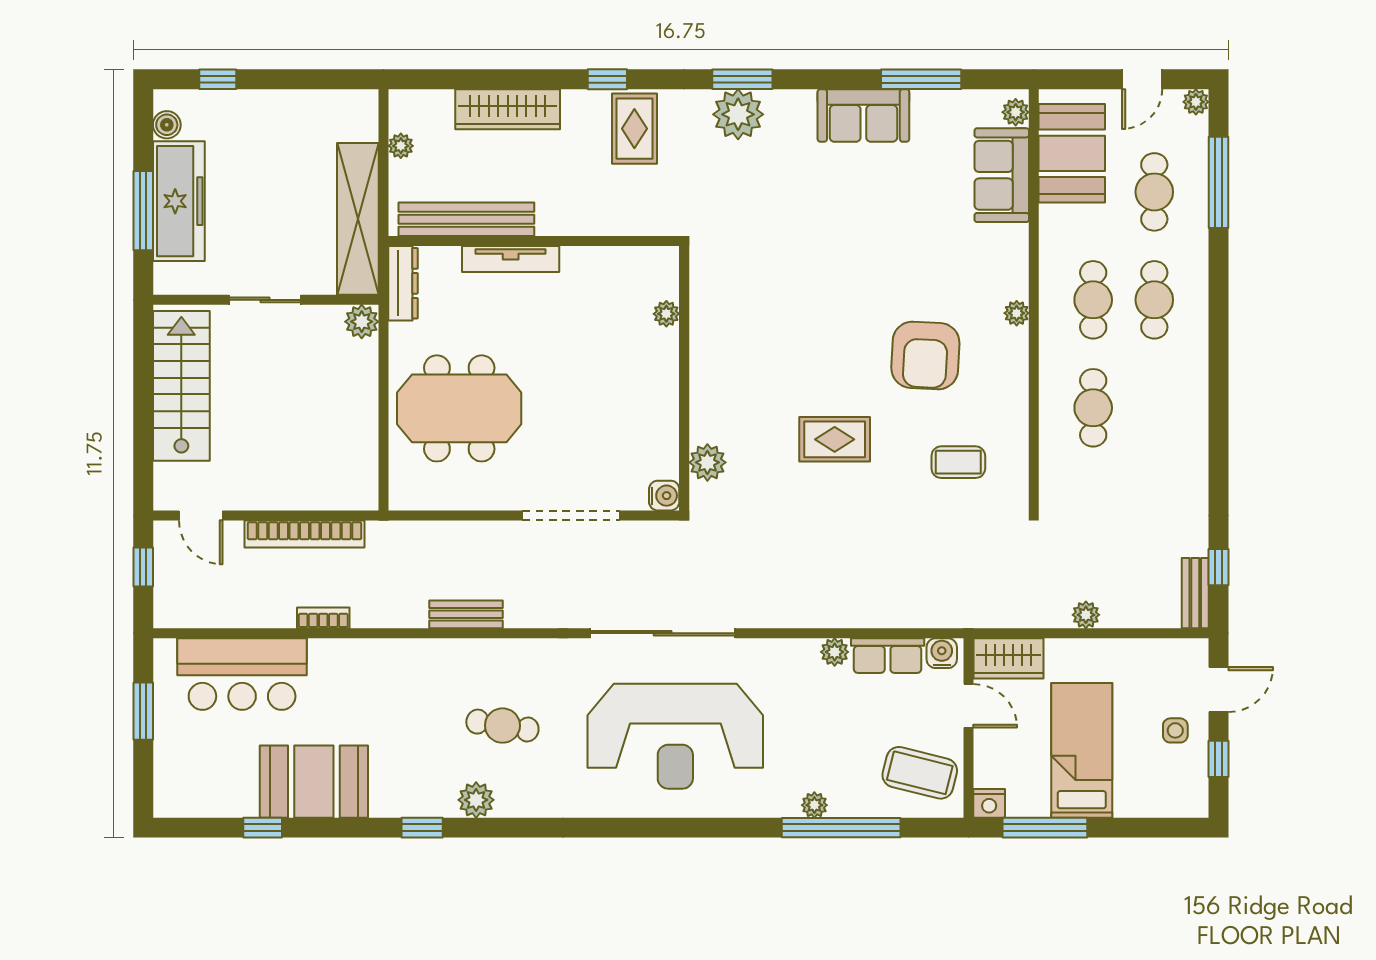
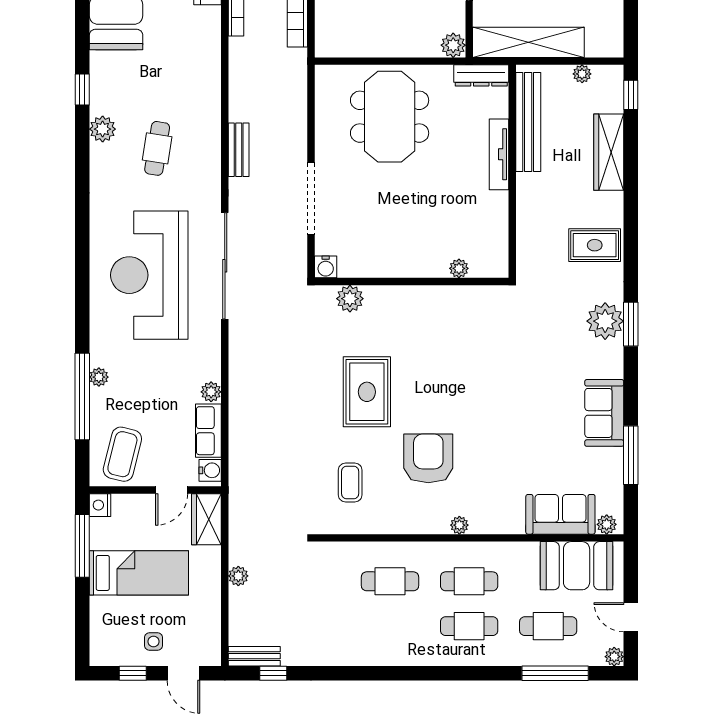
window: (607, 79) -> (631, 95), moved
armchair: (925, 355) -> (428, 458), turned 87
rug: (835, 439) -> (367, 392), width x1.36, depth x1.43
bench: (466, 614) -> (239, 150), moved

